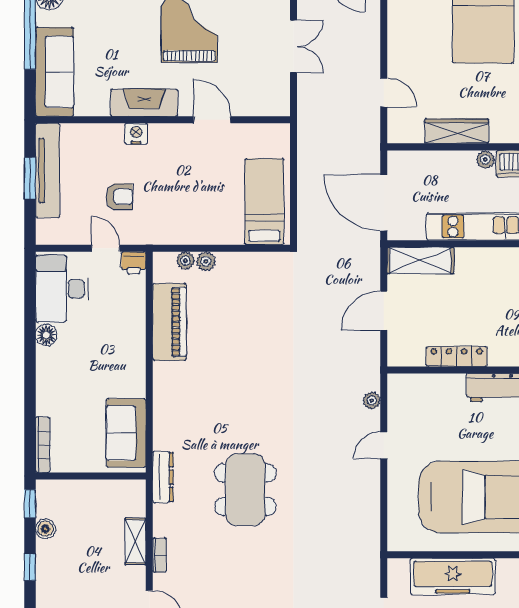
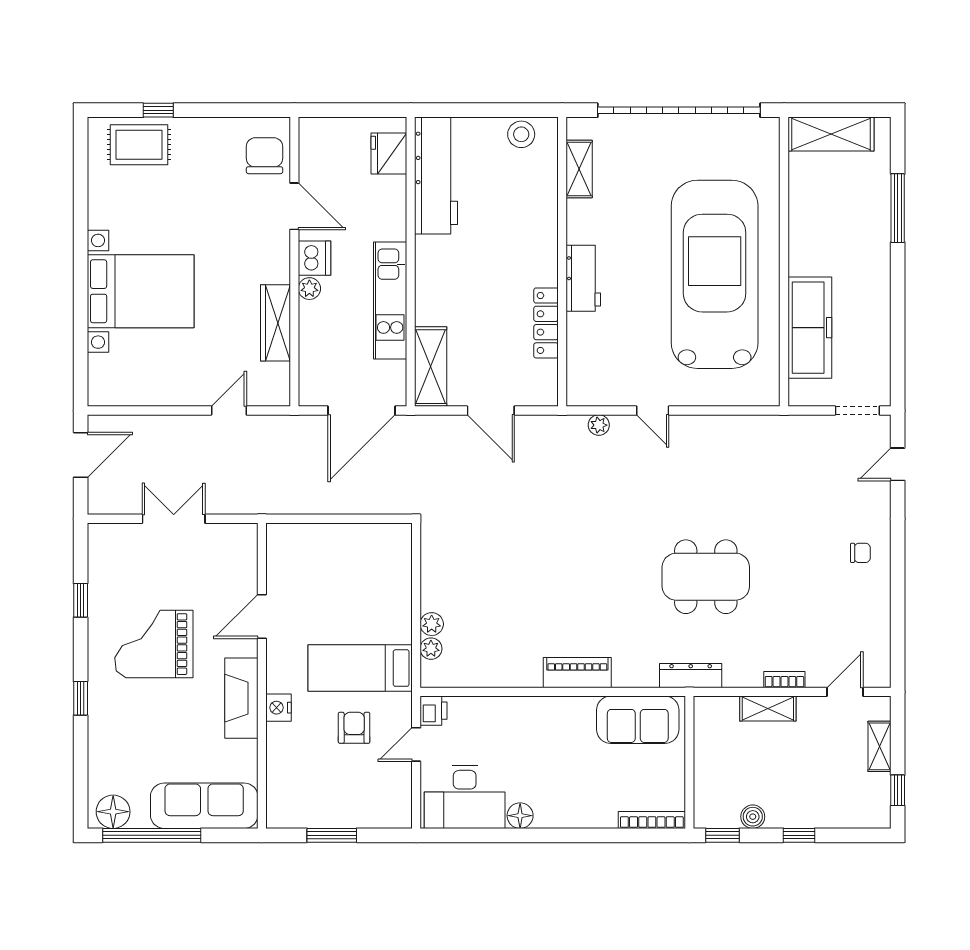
tv unit: (48, 170) -> (323, 814), removed
bed: (264, 202) -> (360, 668), moved
piano: (170, 322) -> (577, 673), moved, width x0.73, depth x0.75

